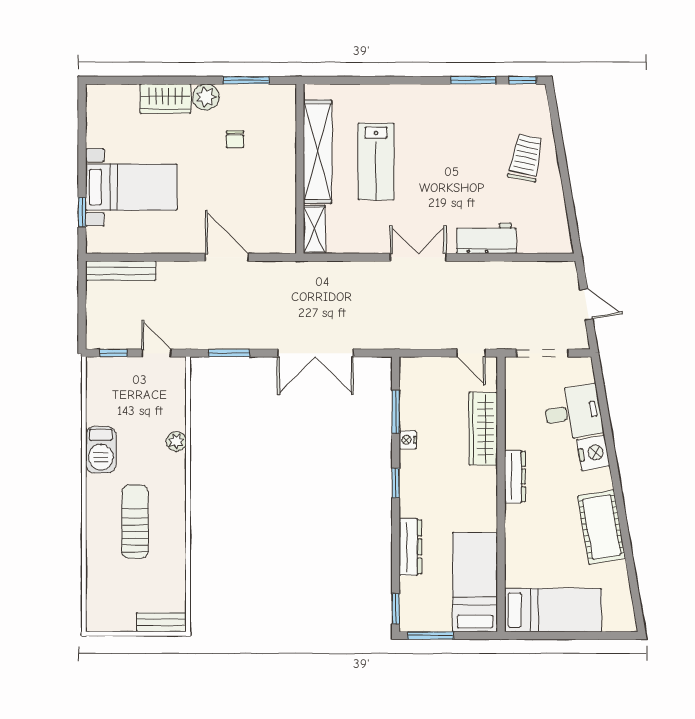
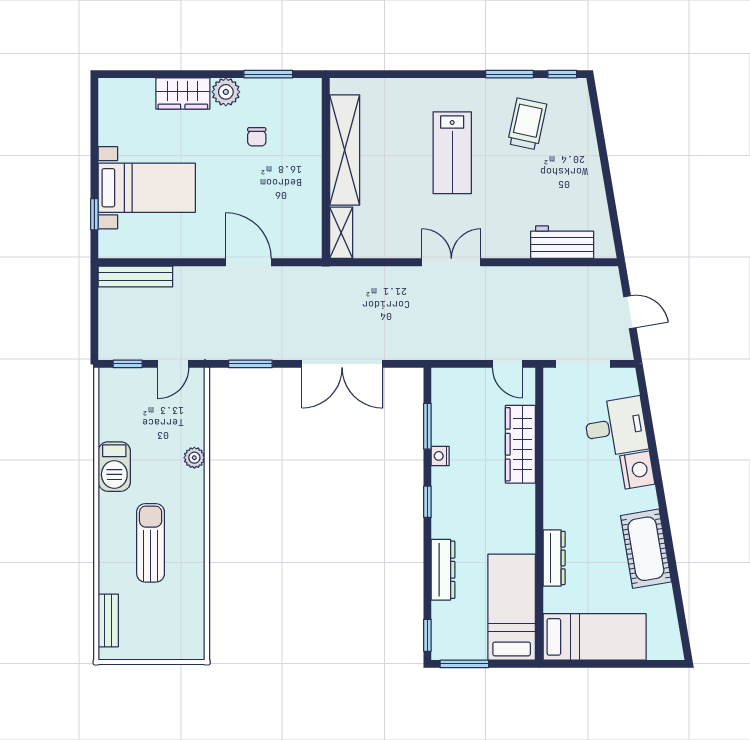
trolley: (526, 158) -> (527, 124), moved
lab bench: (376, 161) -> (452, 153), moved
workbench: (486, 238) -> (562, 242), moved
door: (157, 353) -> (173, 364), swing flipped
dresser: (515, 477) -> (554, 558), moved
bench: (161, 622) -> (108, 620), moved, turned 90

